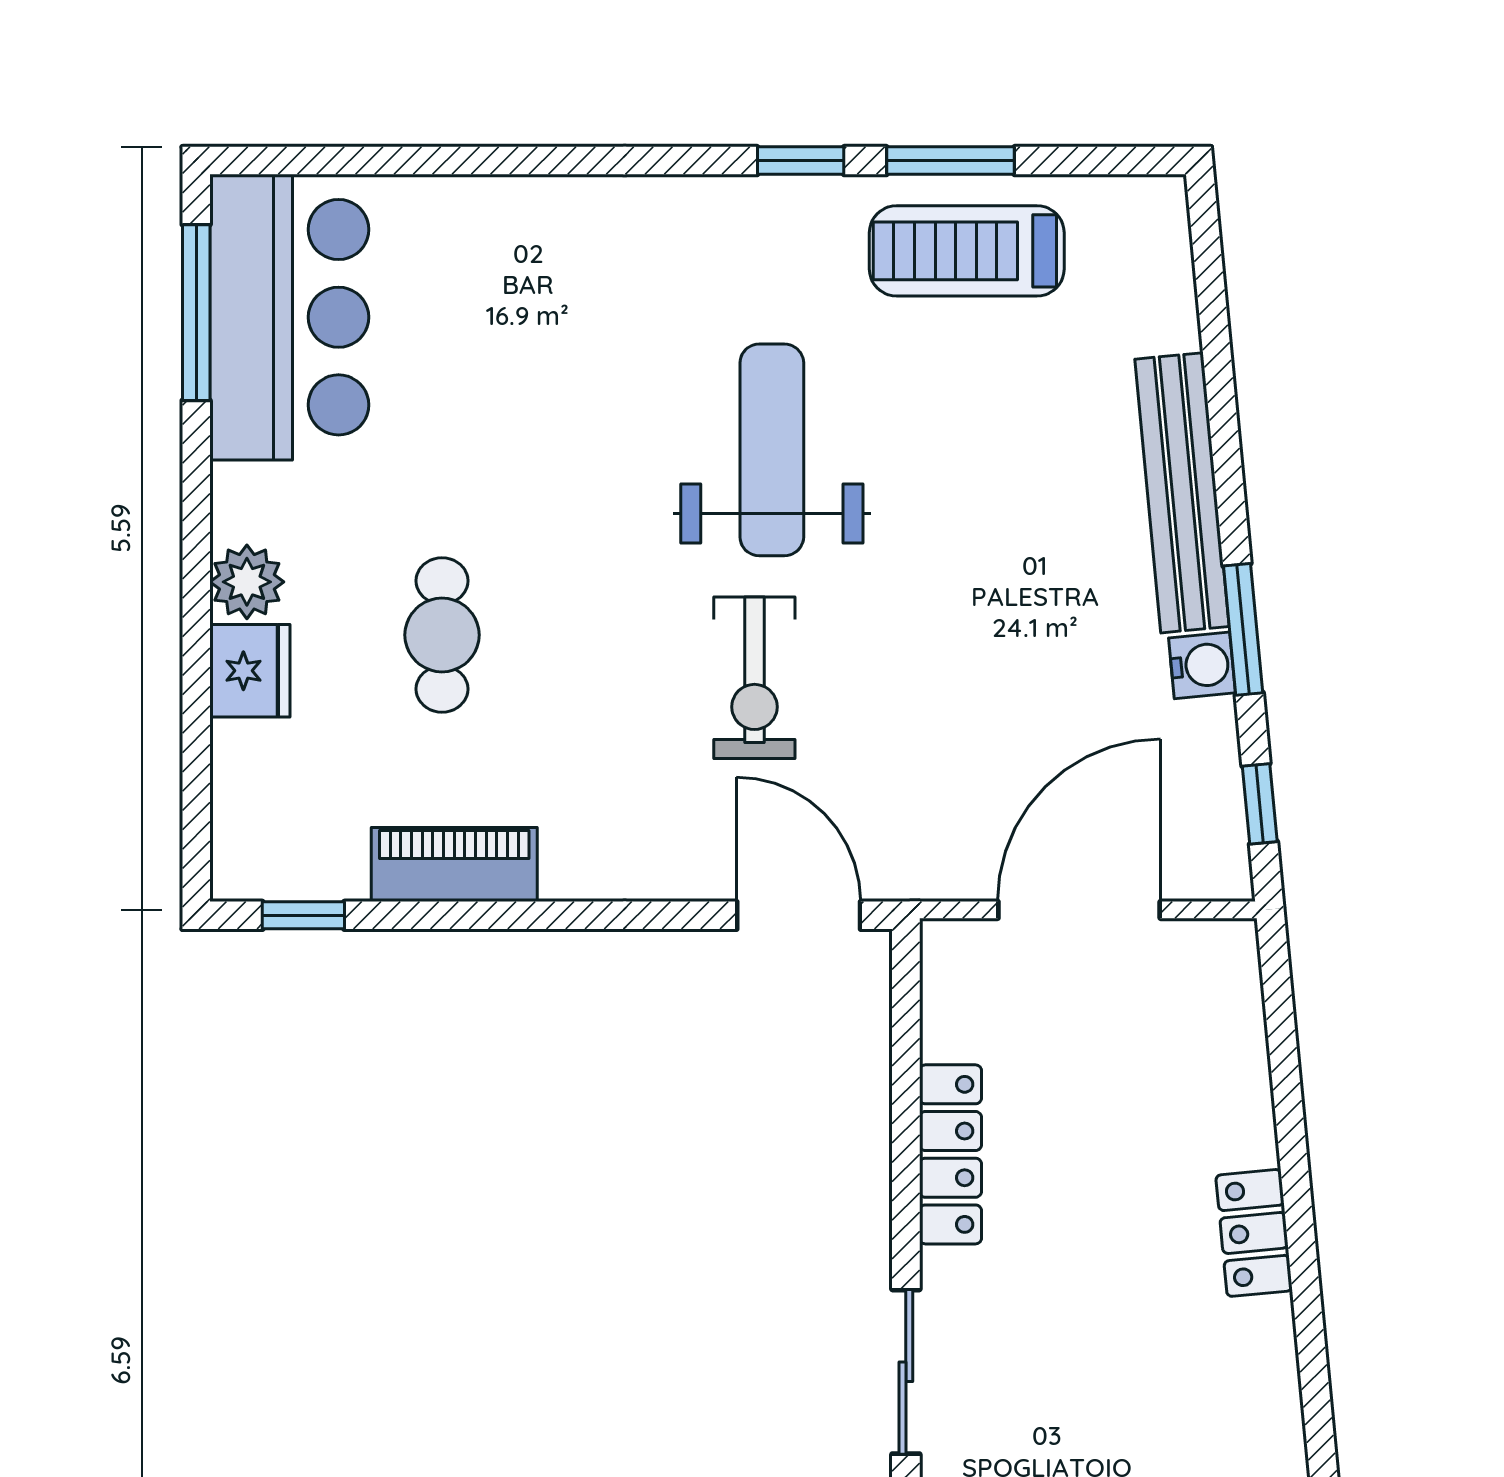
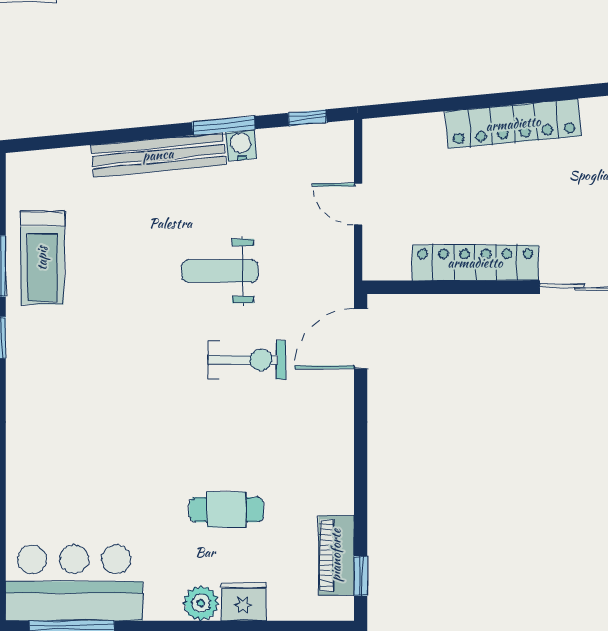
weight bench: (772, 450) -> (220, 271), moved, width x0.73, depth x0.75
piano: (454, 865) -> (336, 555), moved
door: (1079, 910) -> (358, 204), width x0.53
locker: (950, 1154) -> (475, 263), width x1.41, depth x1.21
locker: (1254, 1233) -> (513, 124), width x2.16, depth x1.21

